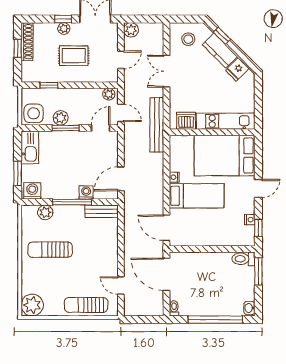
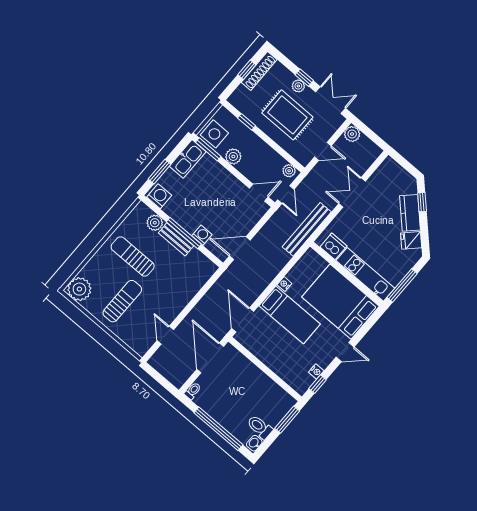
stool: (188, 39) -> (392, 181), removed
rug: (74, 56) -> (287, 115), width x1.36, depth x1.43
window: (258, 107) -> (402, 286), added
window: (66, 128) -> (208, 149), moved
bench: (101, 211) -> (176, 239), moved
toilet: (243, 259) -> (260, 427), moved
sun lounger: (86, 305) -> (122, 301), moved, turned 90

